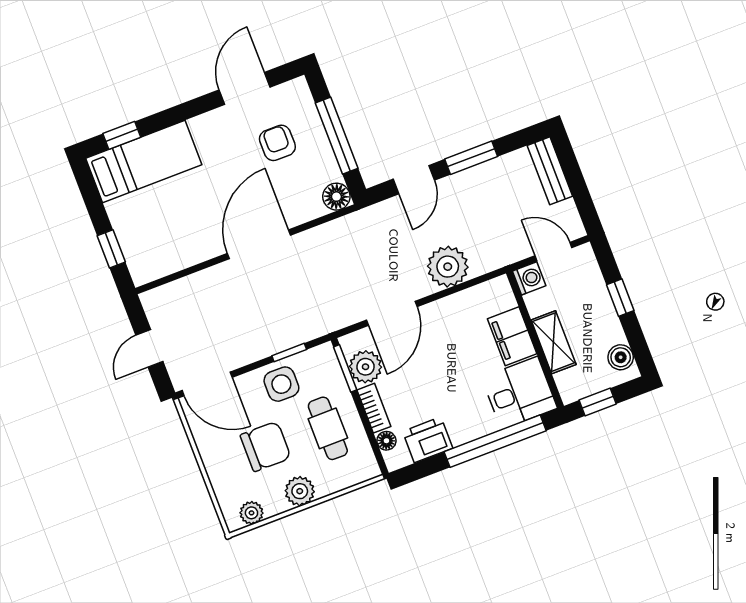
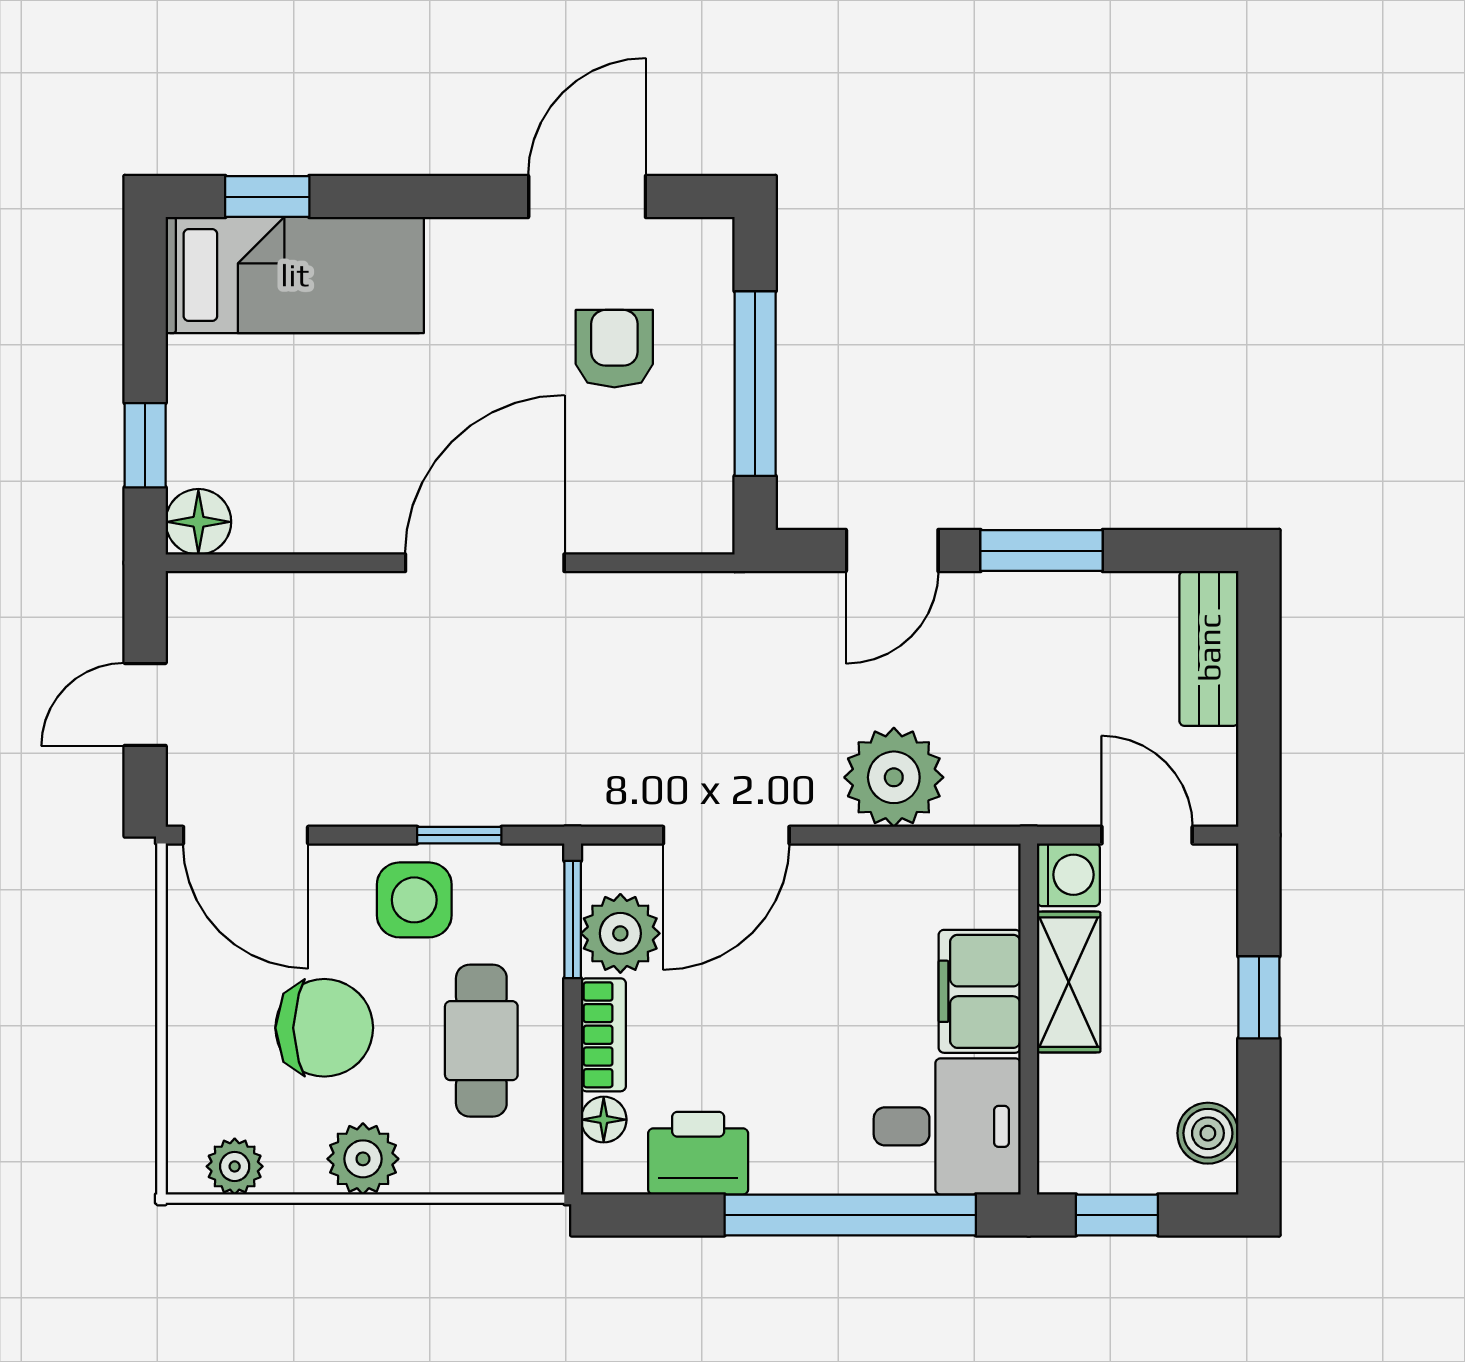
floor lamp: (336, 197) -> (198, 522), moved
shelving: (554, 342) -> (1069, 982), moved

